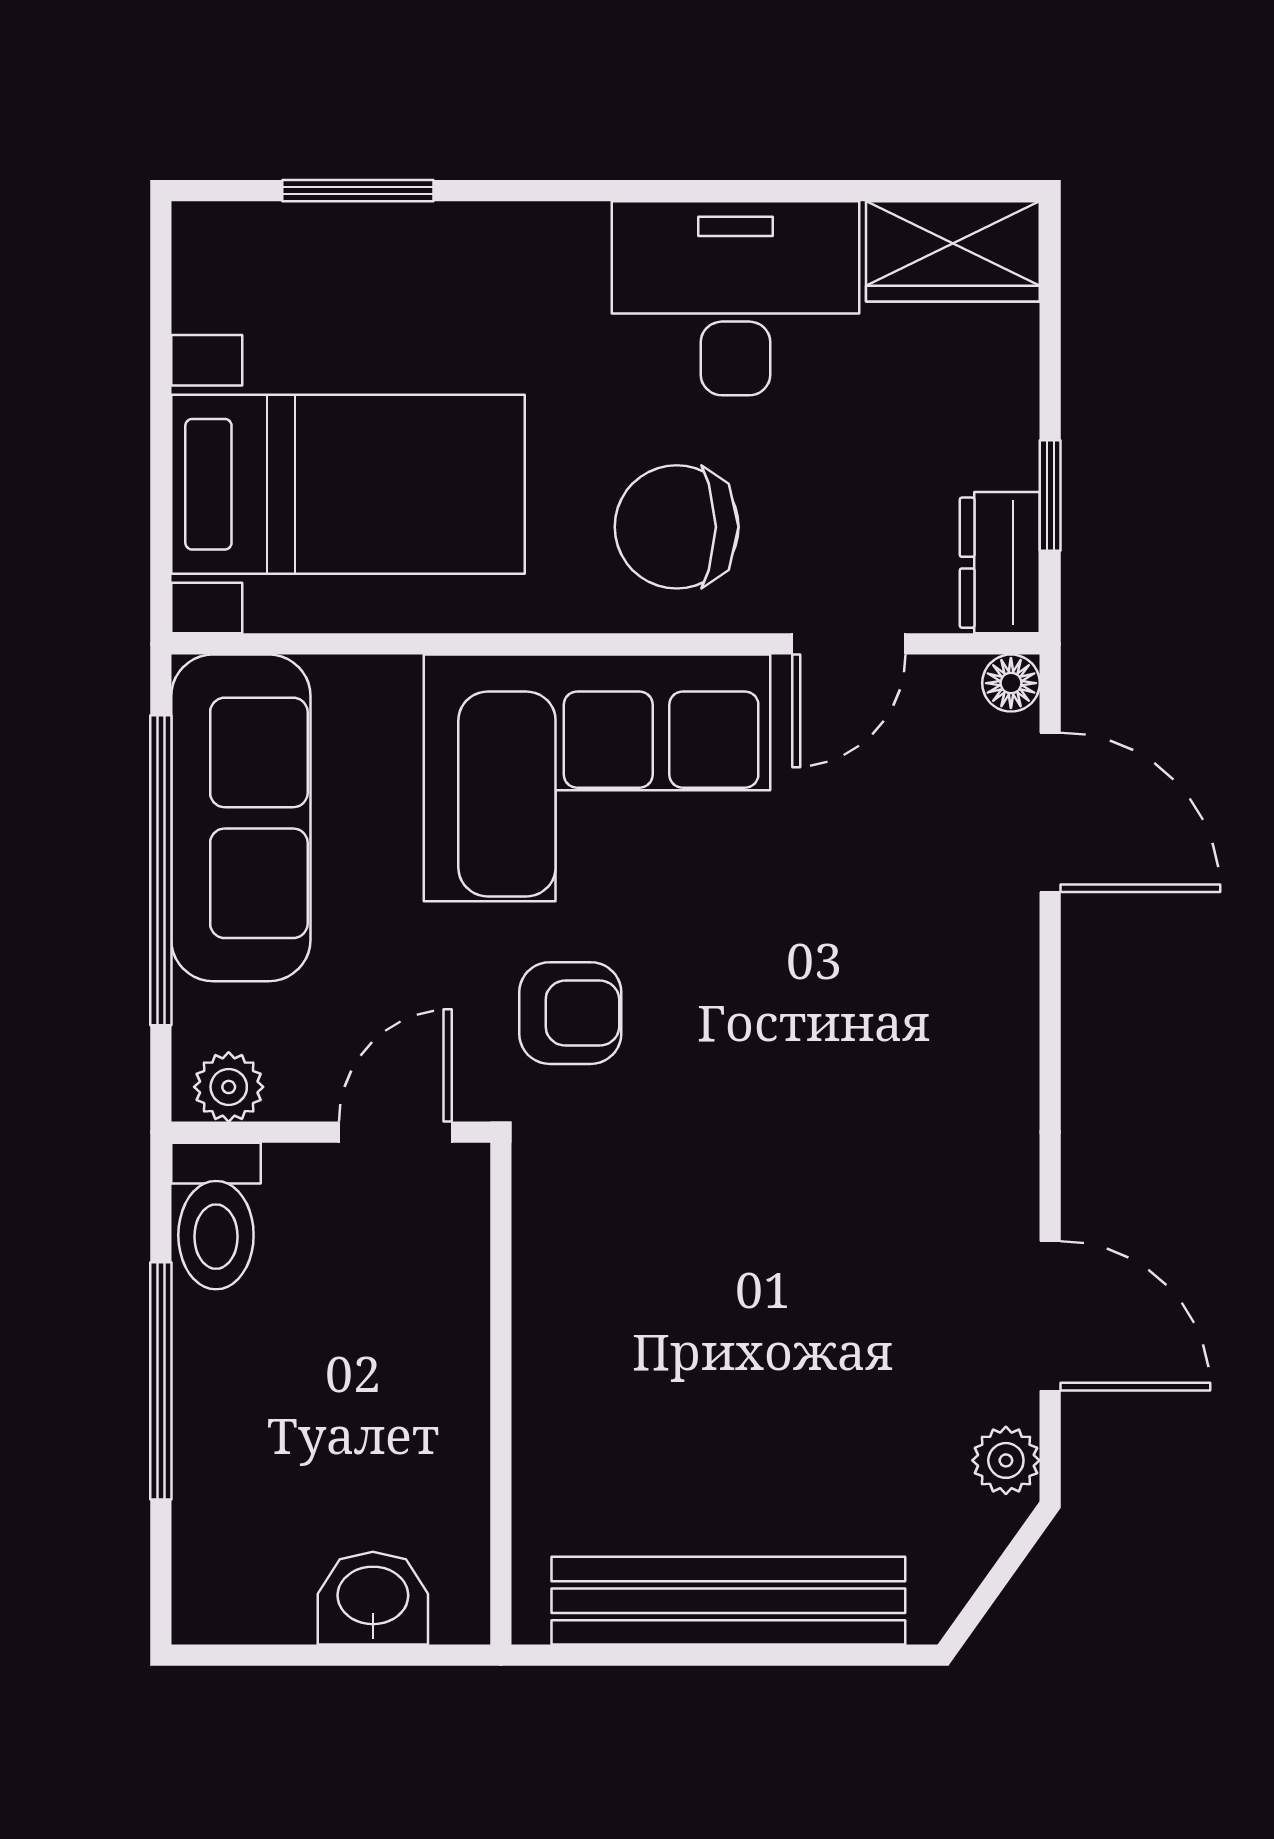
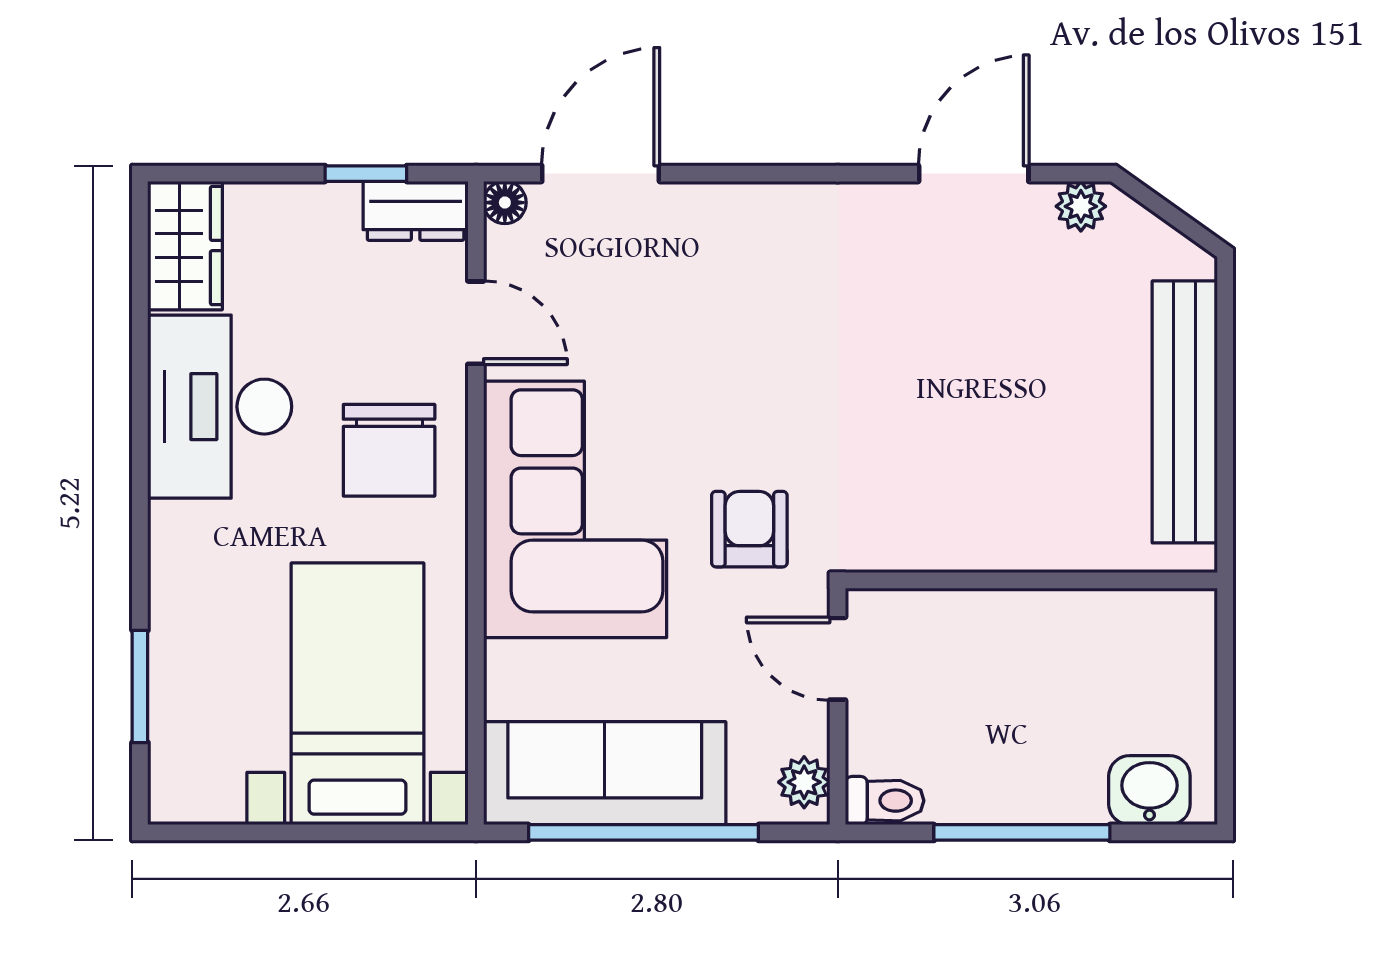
toilet: (216, 1216) -> (885, 801), width x0.73, depth x0.72
washbasin: (373, 1598) -> (1149, 790), moved, turned 90

